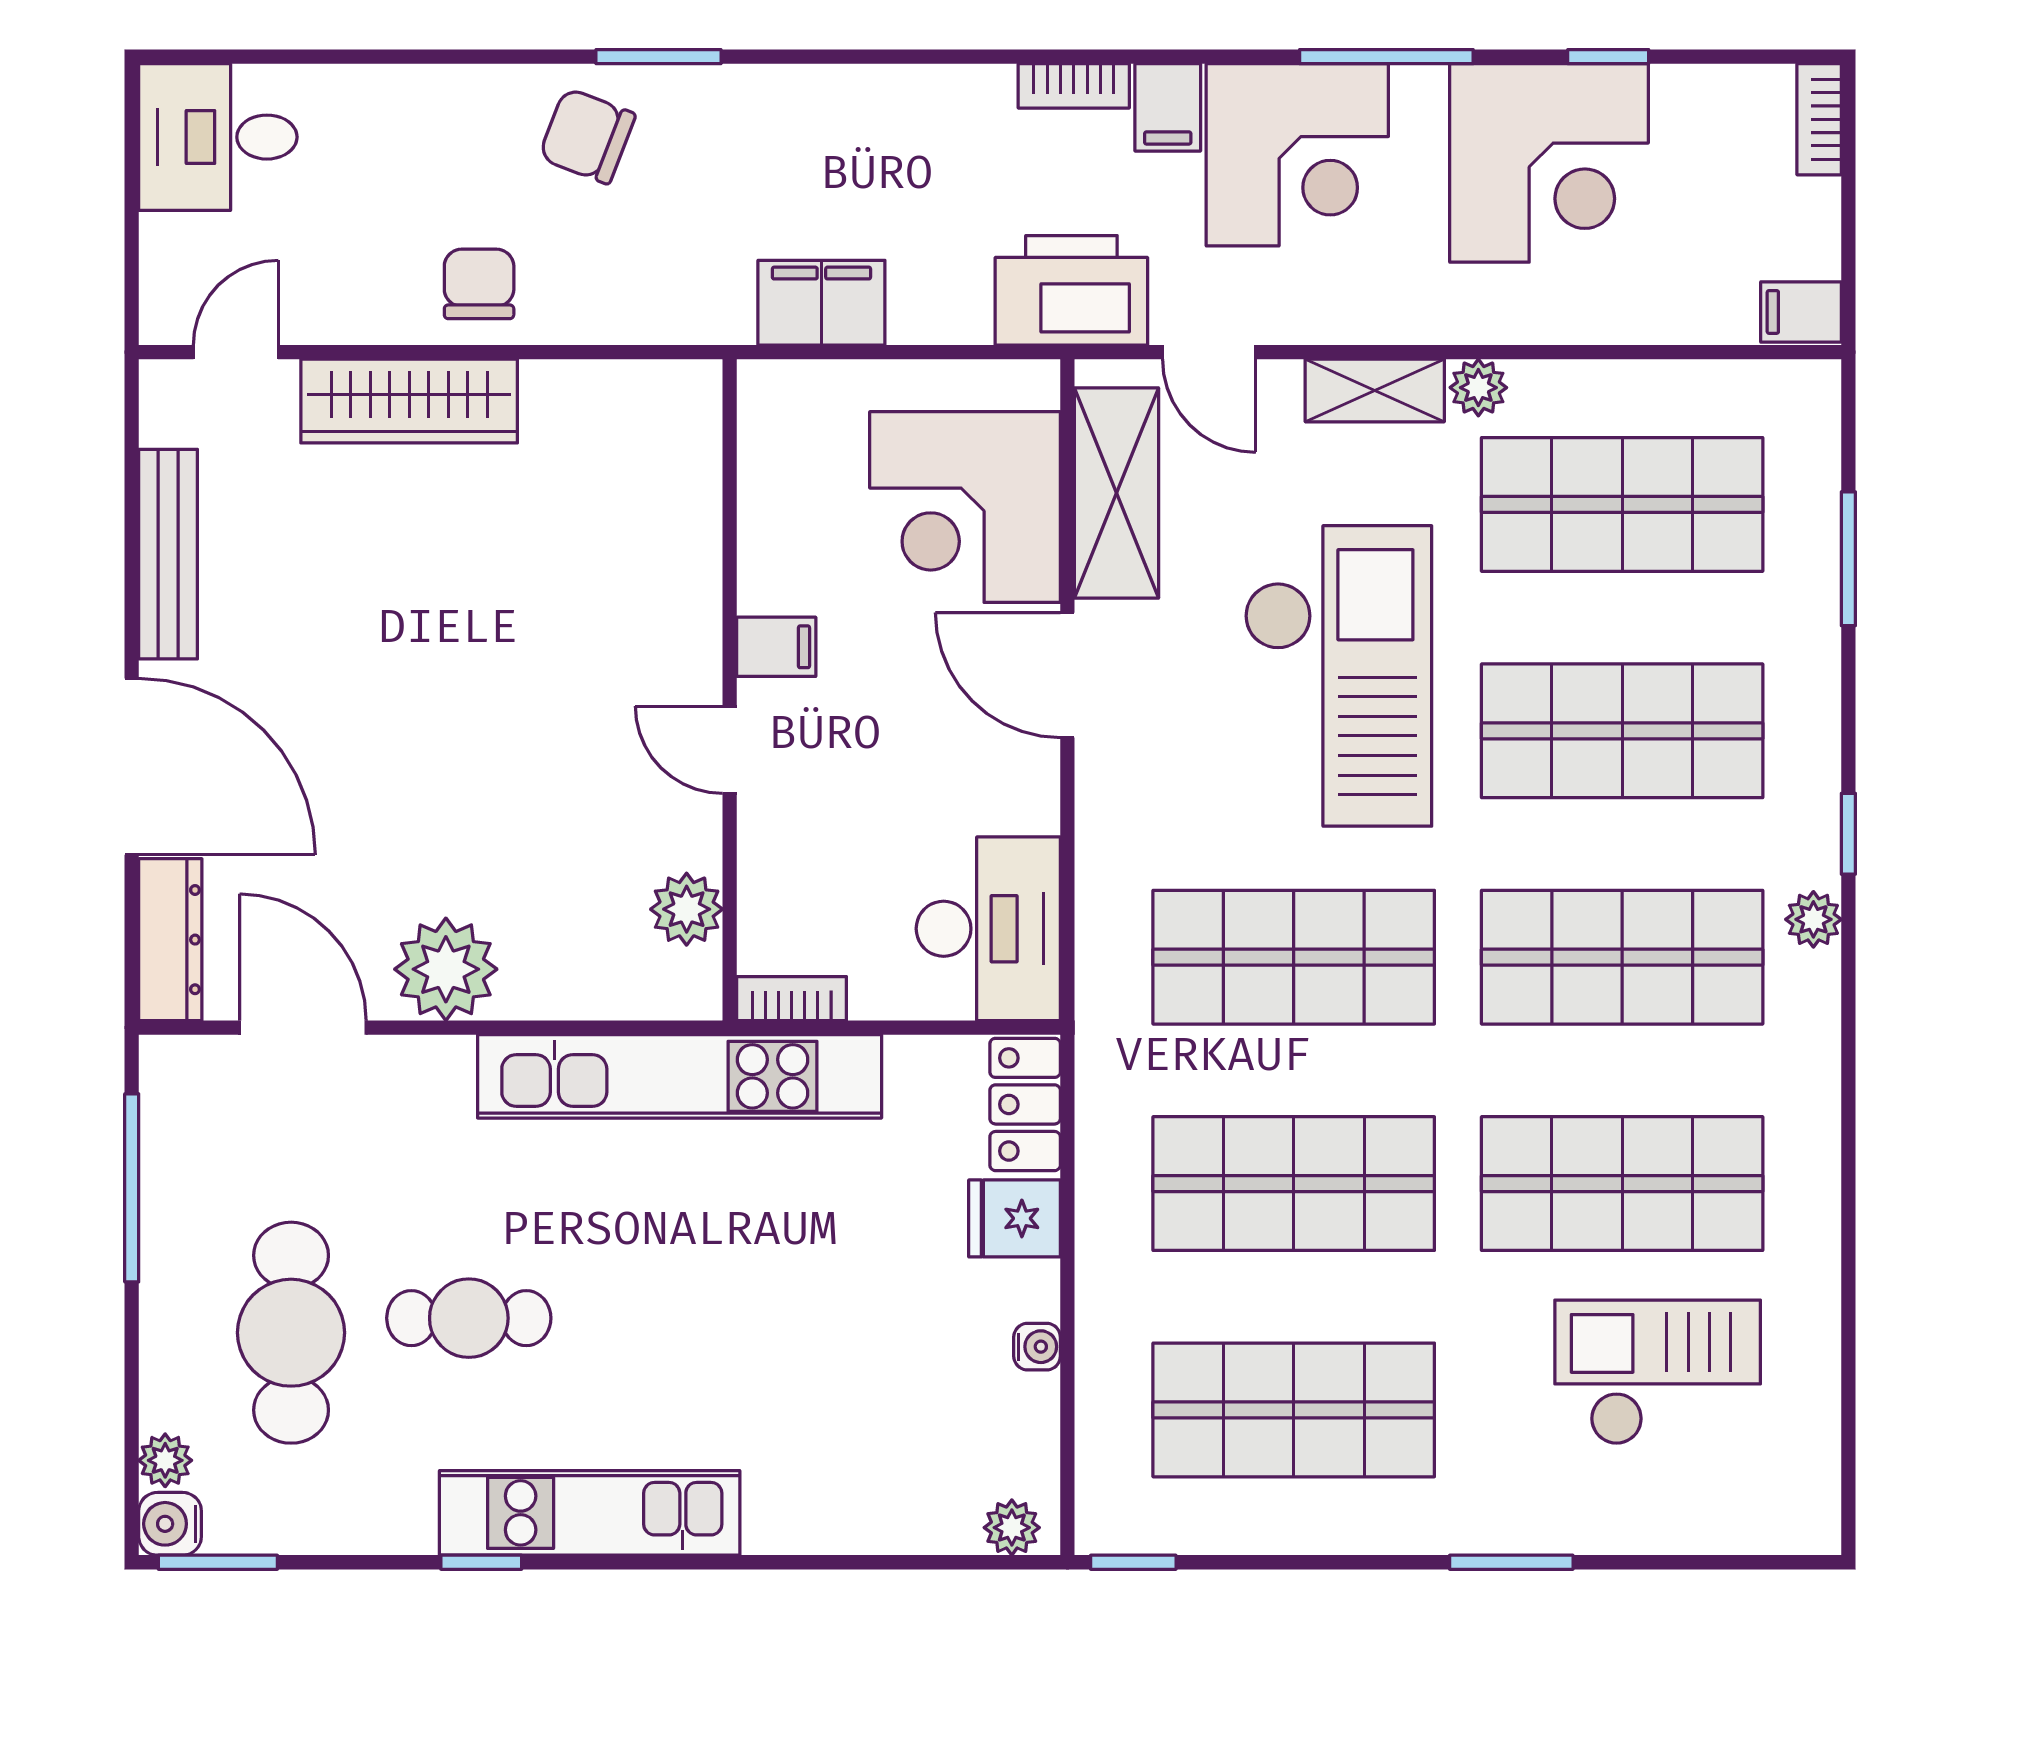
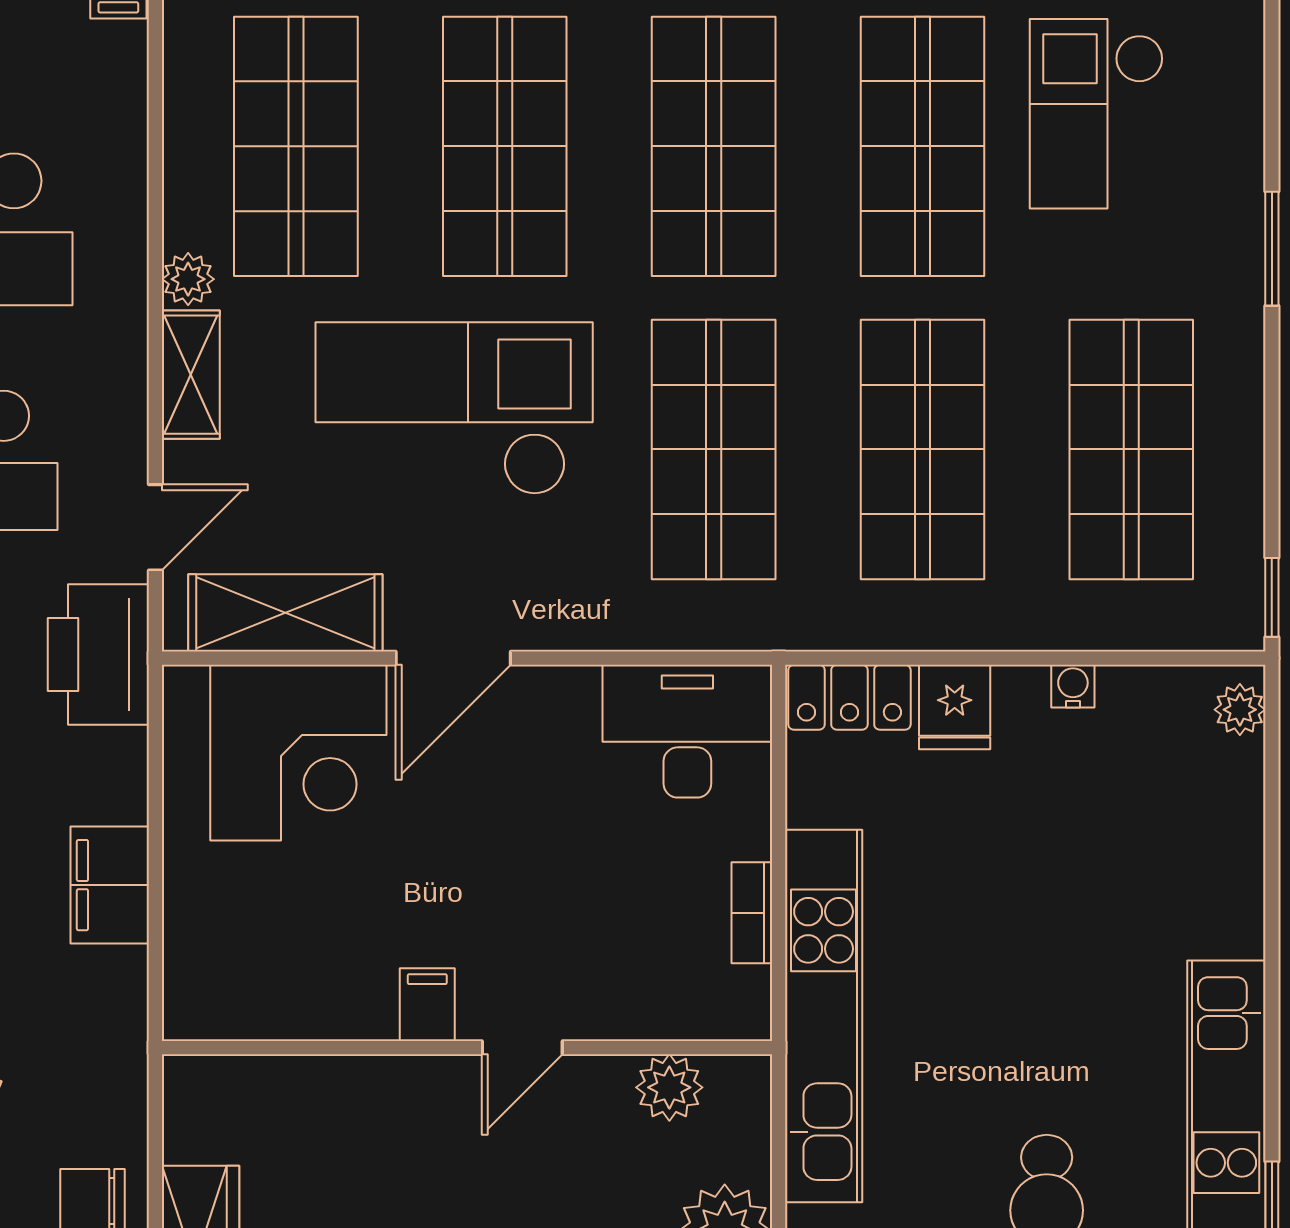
filing cabinet: (776, 647) -> (427, 1005), moved
wall: (730, 690) -> (467, 1048), moved
door: (730, 750) -> (522, 1048), moved
plant: (687, 909) -> (669, 1087), moved

